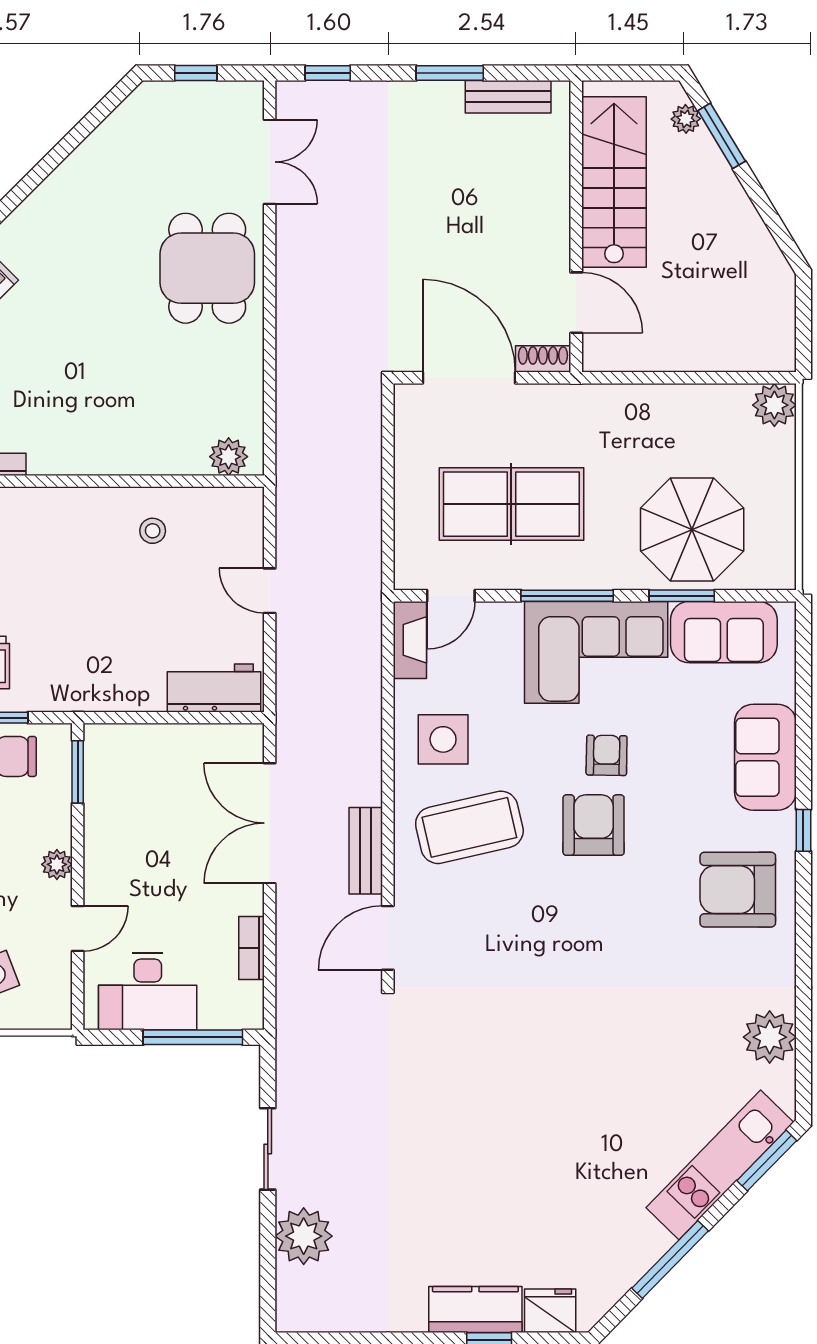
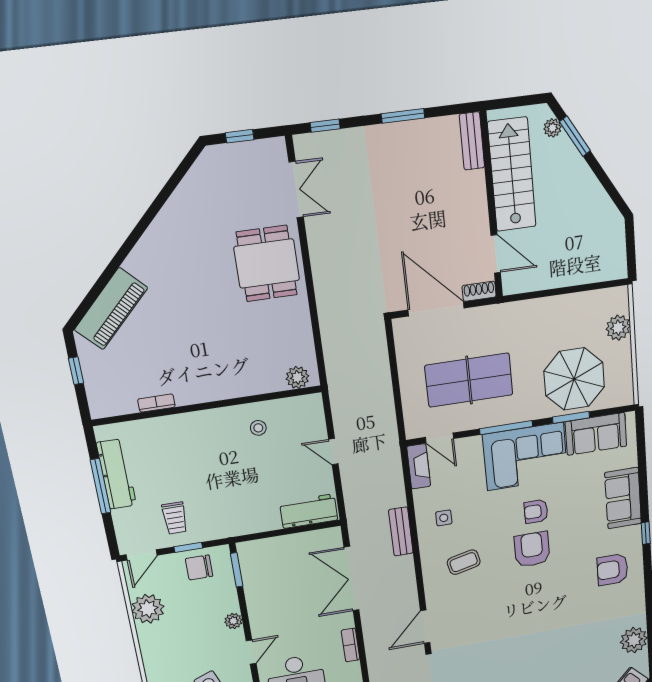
bench: (508, 97) -> (472, 141), moved, turned 90
plant: (774, 405) -> (618, 328), moved
door: (451, 596) -> (439, 438), hinge flipped
side table: (443, 739) -> (444, 518), width x0.54, depth x0.54
armchair: (607, 755) -> (536, 511), turned -91
coffee table: (469, 827) -> (464, 562), width x0.54, depth x0.58
bench: (366, 851) -> (401, 531), moved
armchair: (738, 890) -> (612, 570), width x0.73, depth x0.73

